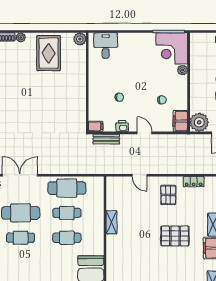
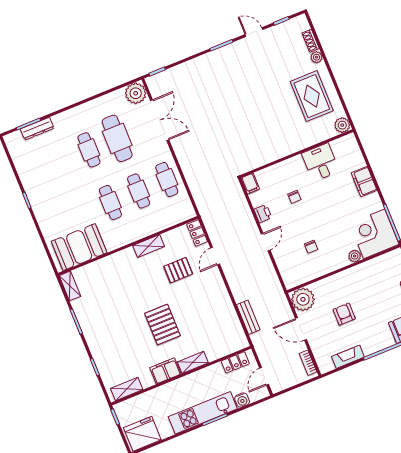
desk: (106, 45) -> (321, 162), moved, turned -90
rug: (49, 53) -> (312, 96), turned 90
filing cabinet: (180, 121) -> (364, 182), moved, turned -90
bench: (106, 139) -> (248, 317), moved
locker: (194, 182) -> (197, 233), moved
cafe table: (67, 188) -> (167, 179), width x0.73, depth x0.74
pallet: (168, 195) -> (178, 270), moved

